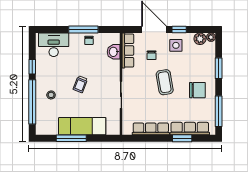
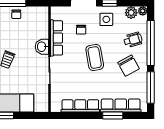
row of seats: (128, 51) -> (57, 38), moved
washbasin: (114, 52) -> (42, 47), moved
wheelchair: (202, 65) -> (133, 40), added
window: (219, 68) -> (151, 43), width x2.11
chair: (197, 90) -> (129, 66), turned 61

